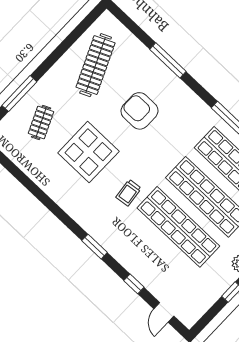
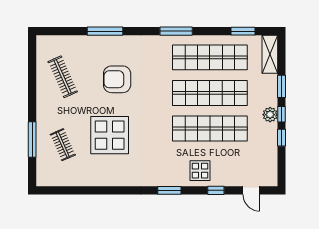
clothes rail: (96, 65) -> (63, 77), width x0.73, depth x0.76
trolley: (129, 193) -> (159, 137), removed
display table: (136, 255) -> (200, 171), added

